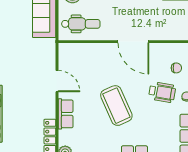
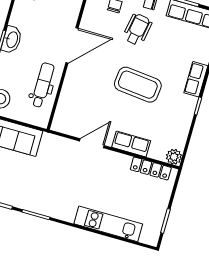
dental chair: (81, 24) -> (43, 85), moved
coffee table: (116, 106) -> (138, 85), turned 30

